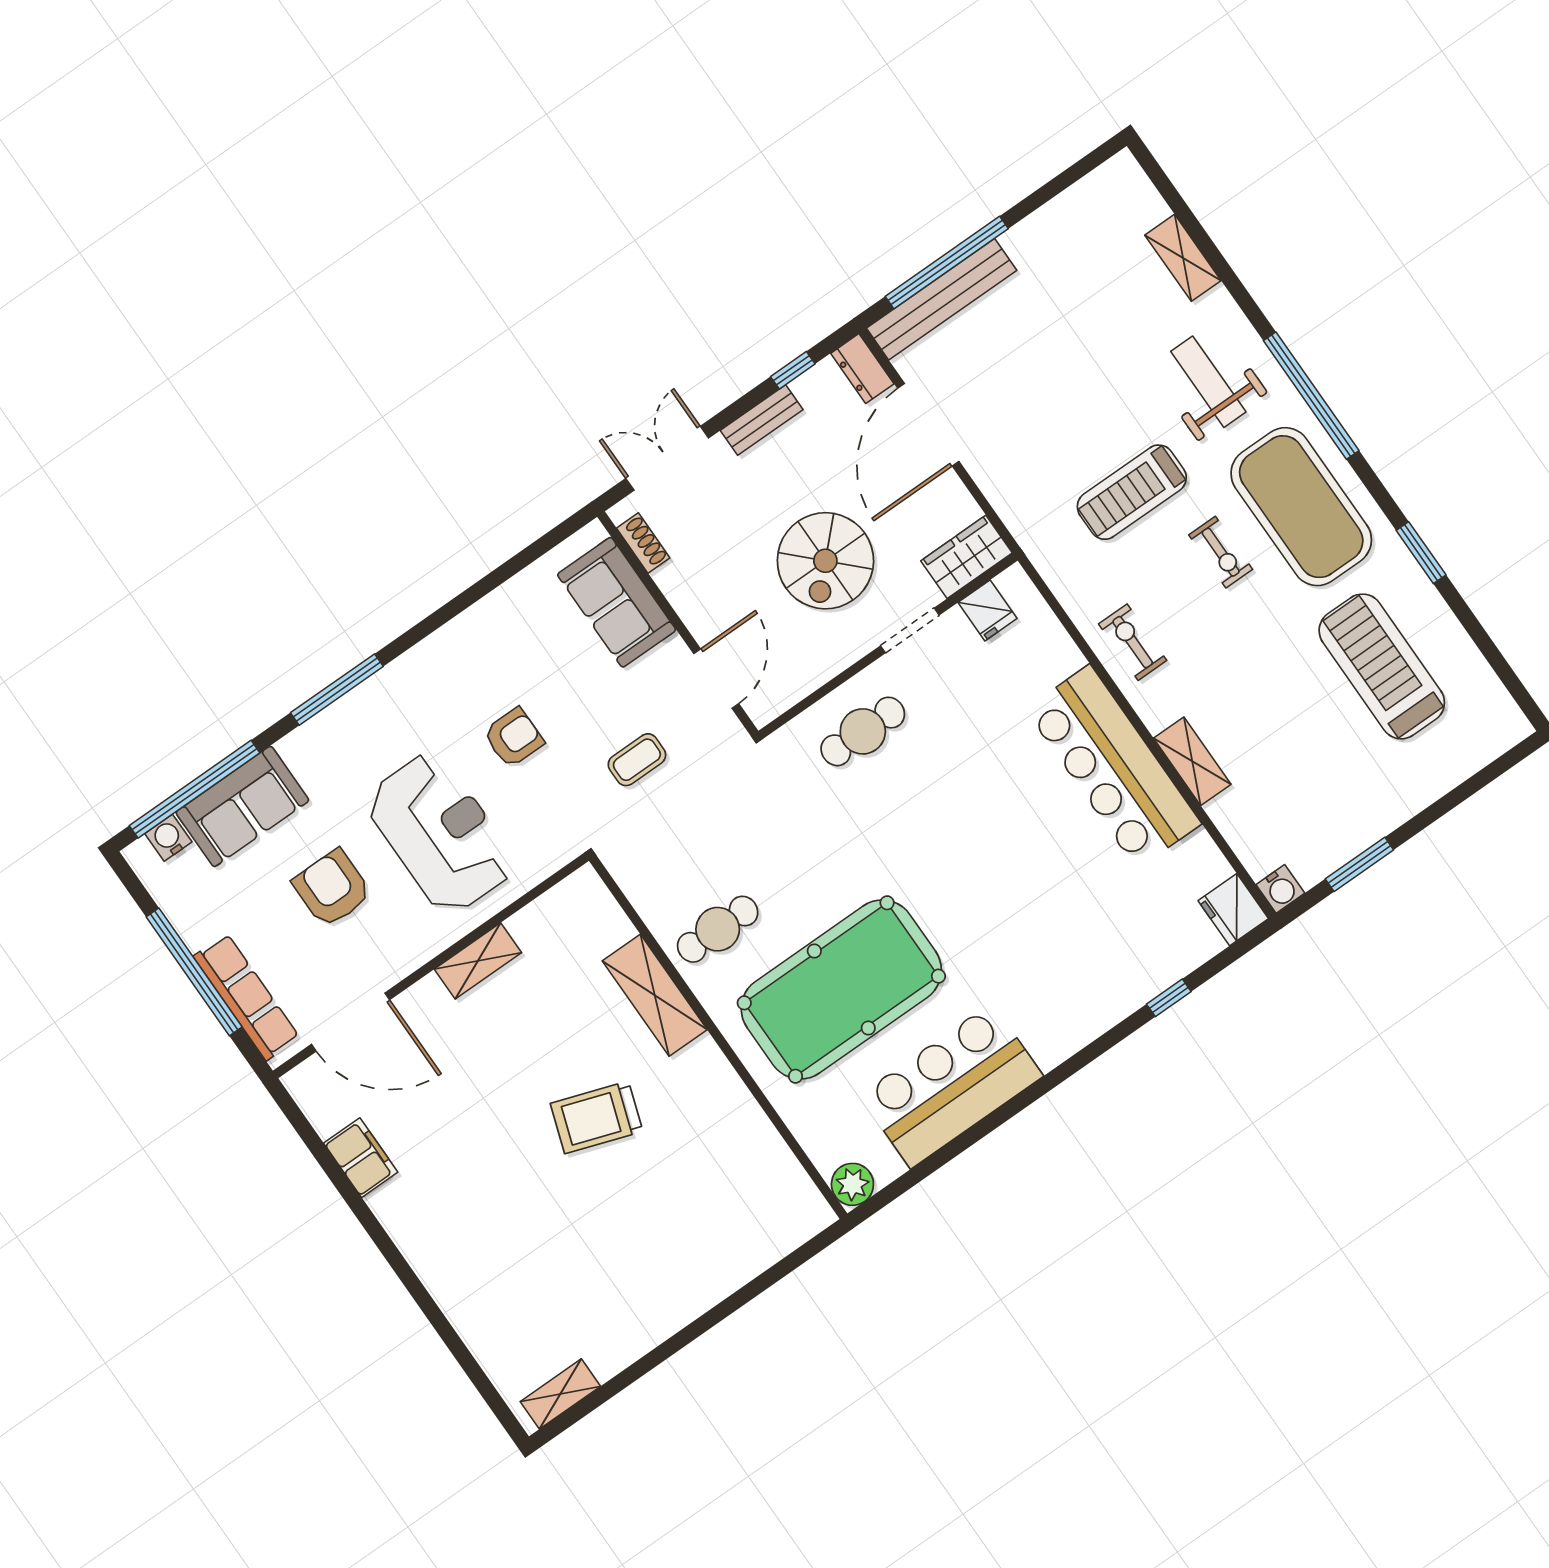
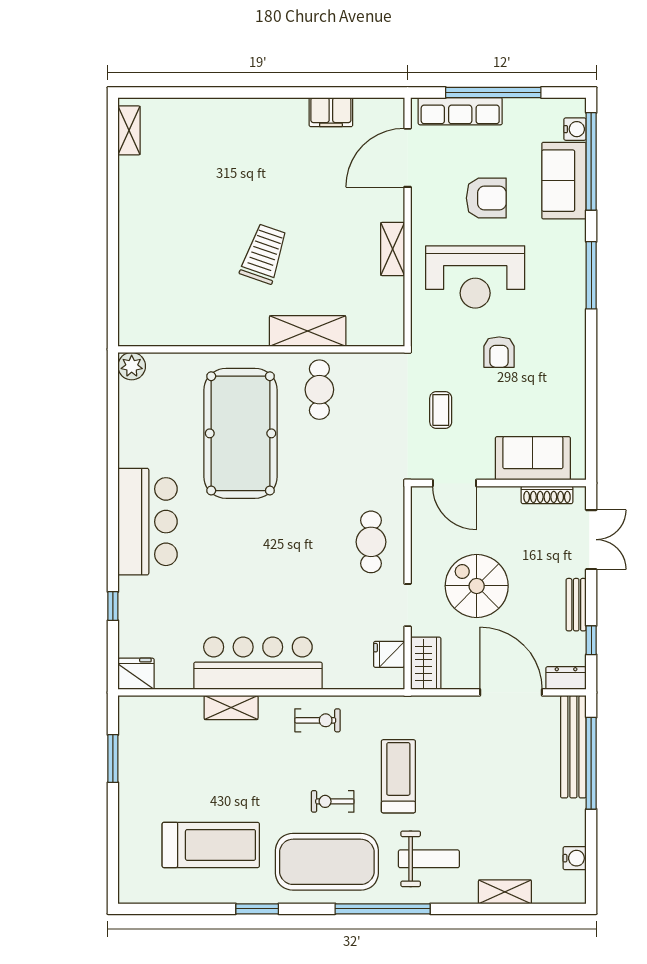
shoe rack: (643, 543) -> (547, 495), width x1.43
water cooler: (1280, 889) -> (575, 858), moved, turned 180
bar counter: (951, 1086) -> (148, 522), moved

